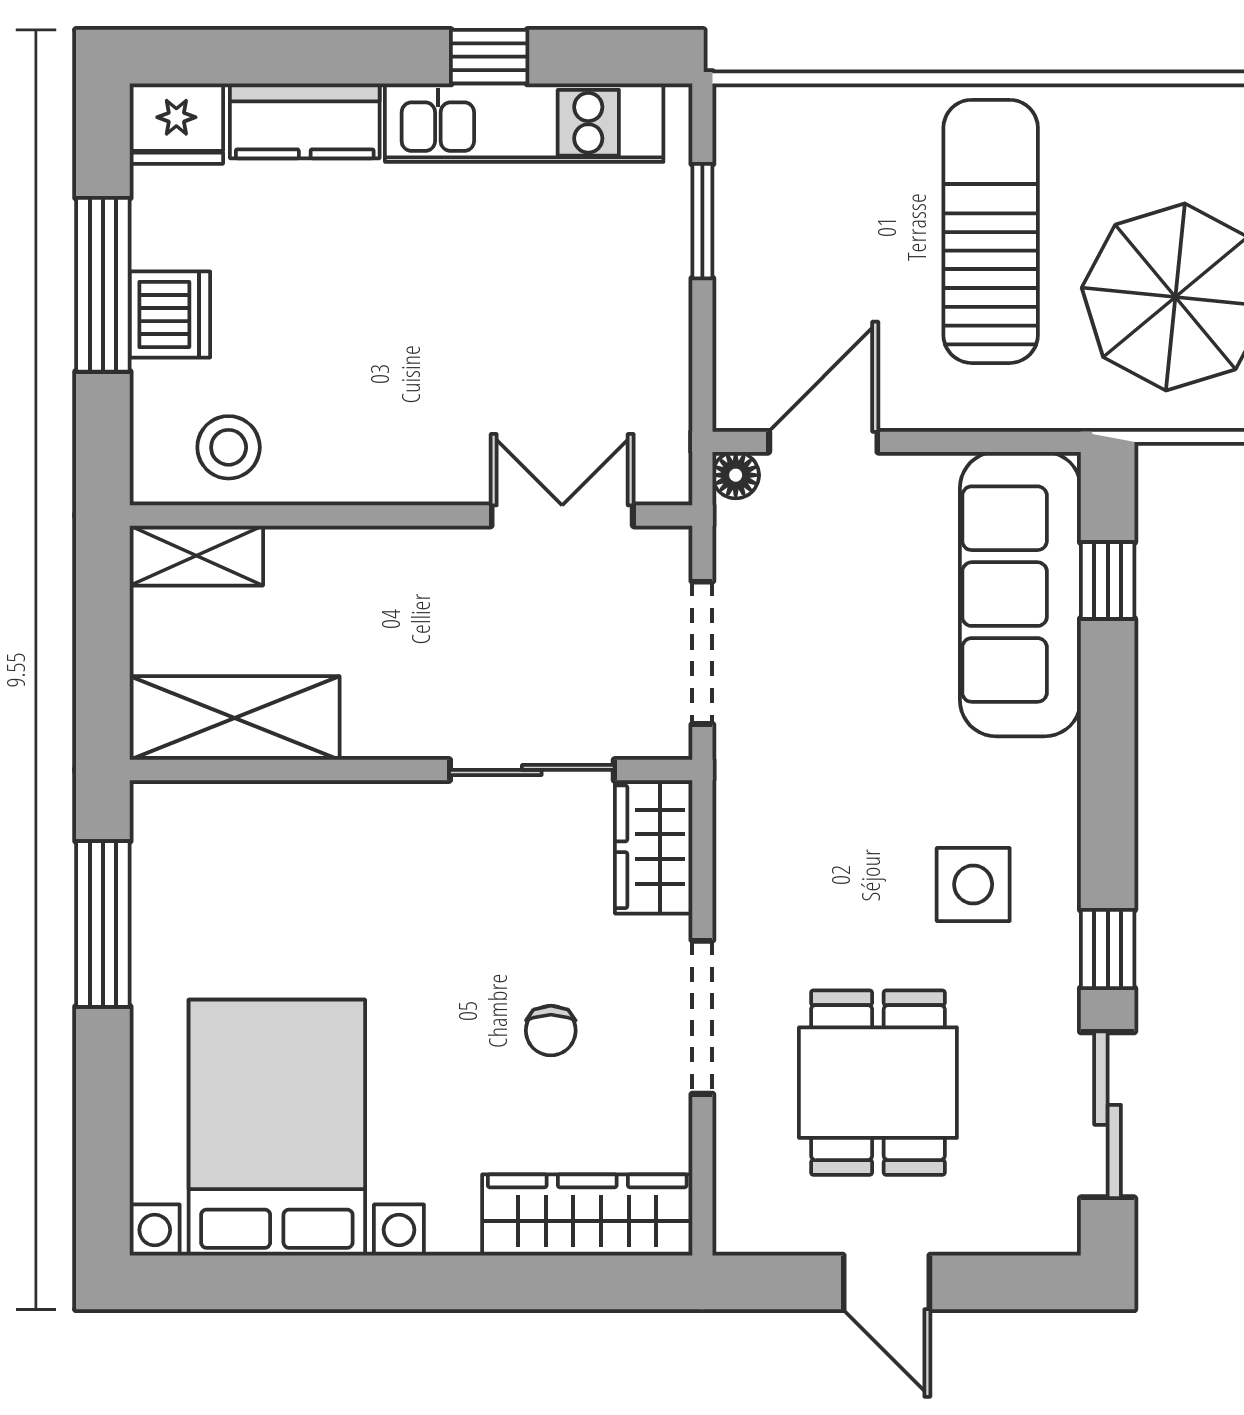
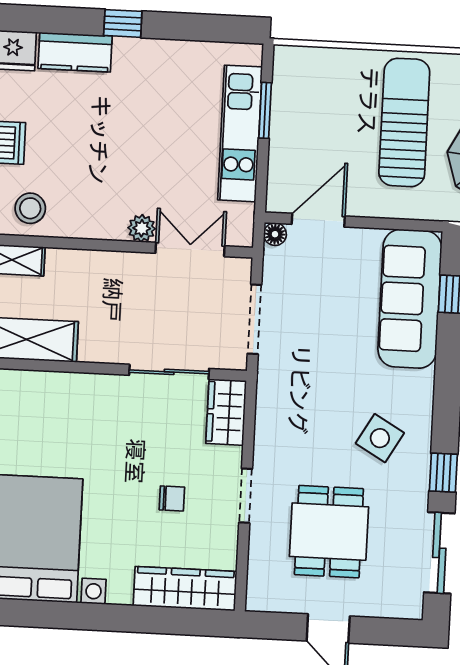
window: (489, 57) -> (123, 23), moved
kitchen unit: (524, 123) -> (240, 133), moved, turned 90
plant: (460, 477) -> (142, 228), added
side table: (973, 884) -> (380, 438), turned 30
doorway: (702, 1017) -> (246, 496), width x0.73
chair: (551, 1031) -> (172, 498), turned -90

